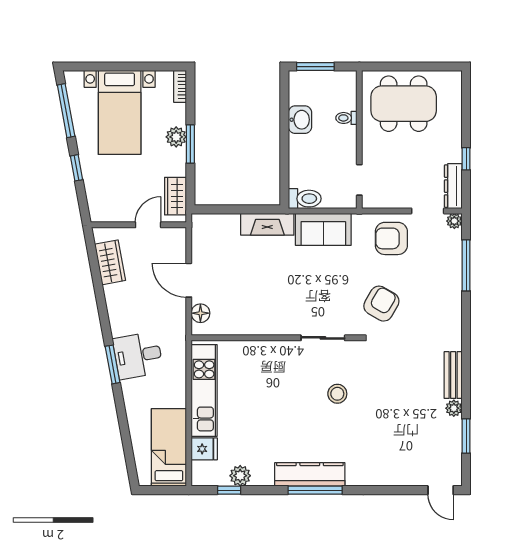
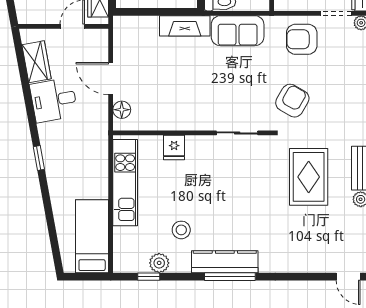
desk: (138, 355) -> (54, 100), moved
window: (113, 364) -> (39, 158), width x0.67
rug: (399, 385) -> (309, 177), added
stool: (337, 394) -> (181, 230), moved
fridge: (204, 449) -> (174, 147), moved, turned 90

